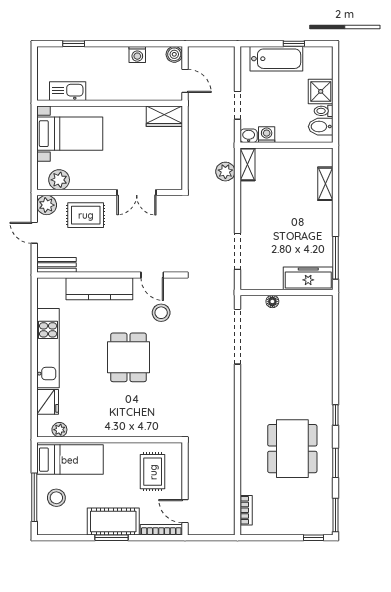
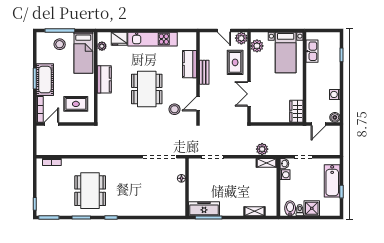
door: (34, 233) -> (224, 30), swing flipped
bench: (56, 265) -> (204, 72), moved
freezer: (308, 278) -> (204, 209), moved, turned -90
kitchen counter: (99, 289) -> (189, 64), width x0.67
dining table: (128, 357) -> (147, 89), width x1.38
kitchen counter: (113, 426) -> (104, 79), added
dining table: (292, 449) -> (90, 191), turned 90

